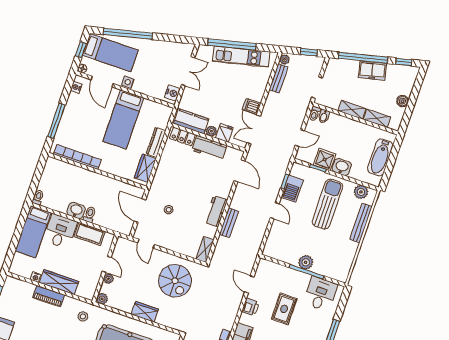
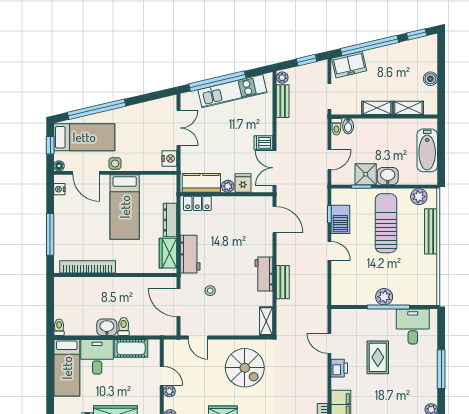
freezer: (373, 71) -> (349, 65), moved
workbench: (209, 148) -> (190, 254), moved, turned -90

